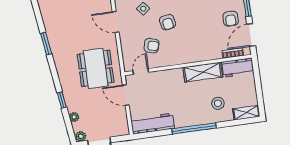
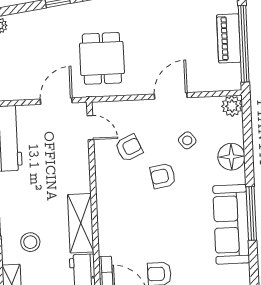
armchair: (151, 46) -> (129, 148), turned -130
dining table: (96, 68) -> (102, 58), width x0.73
plant: (74, 117) -> (30, 18), removed

